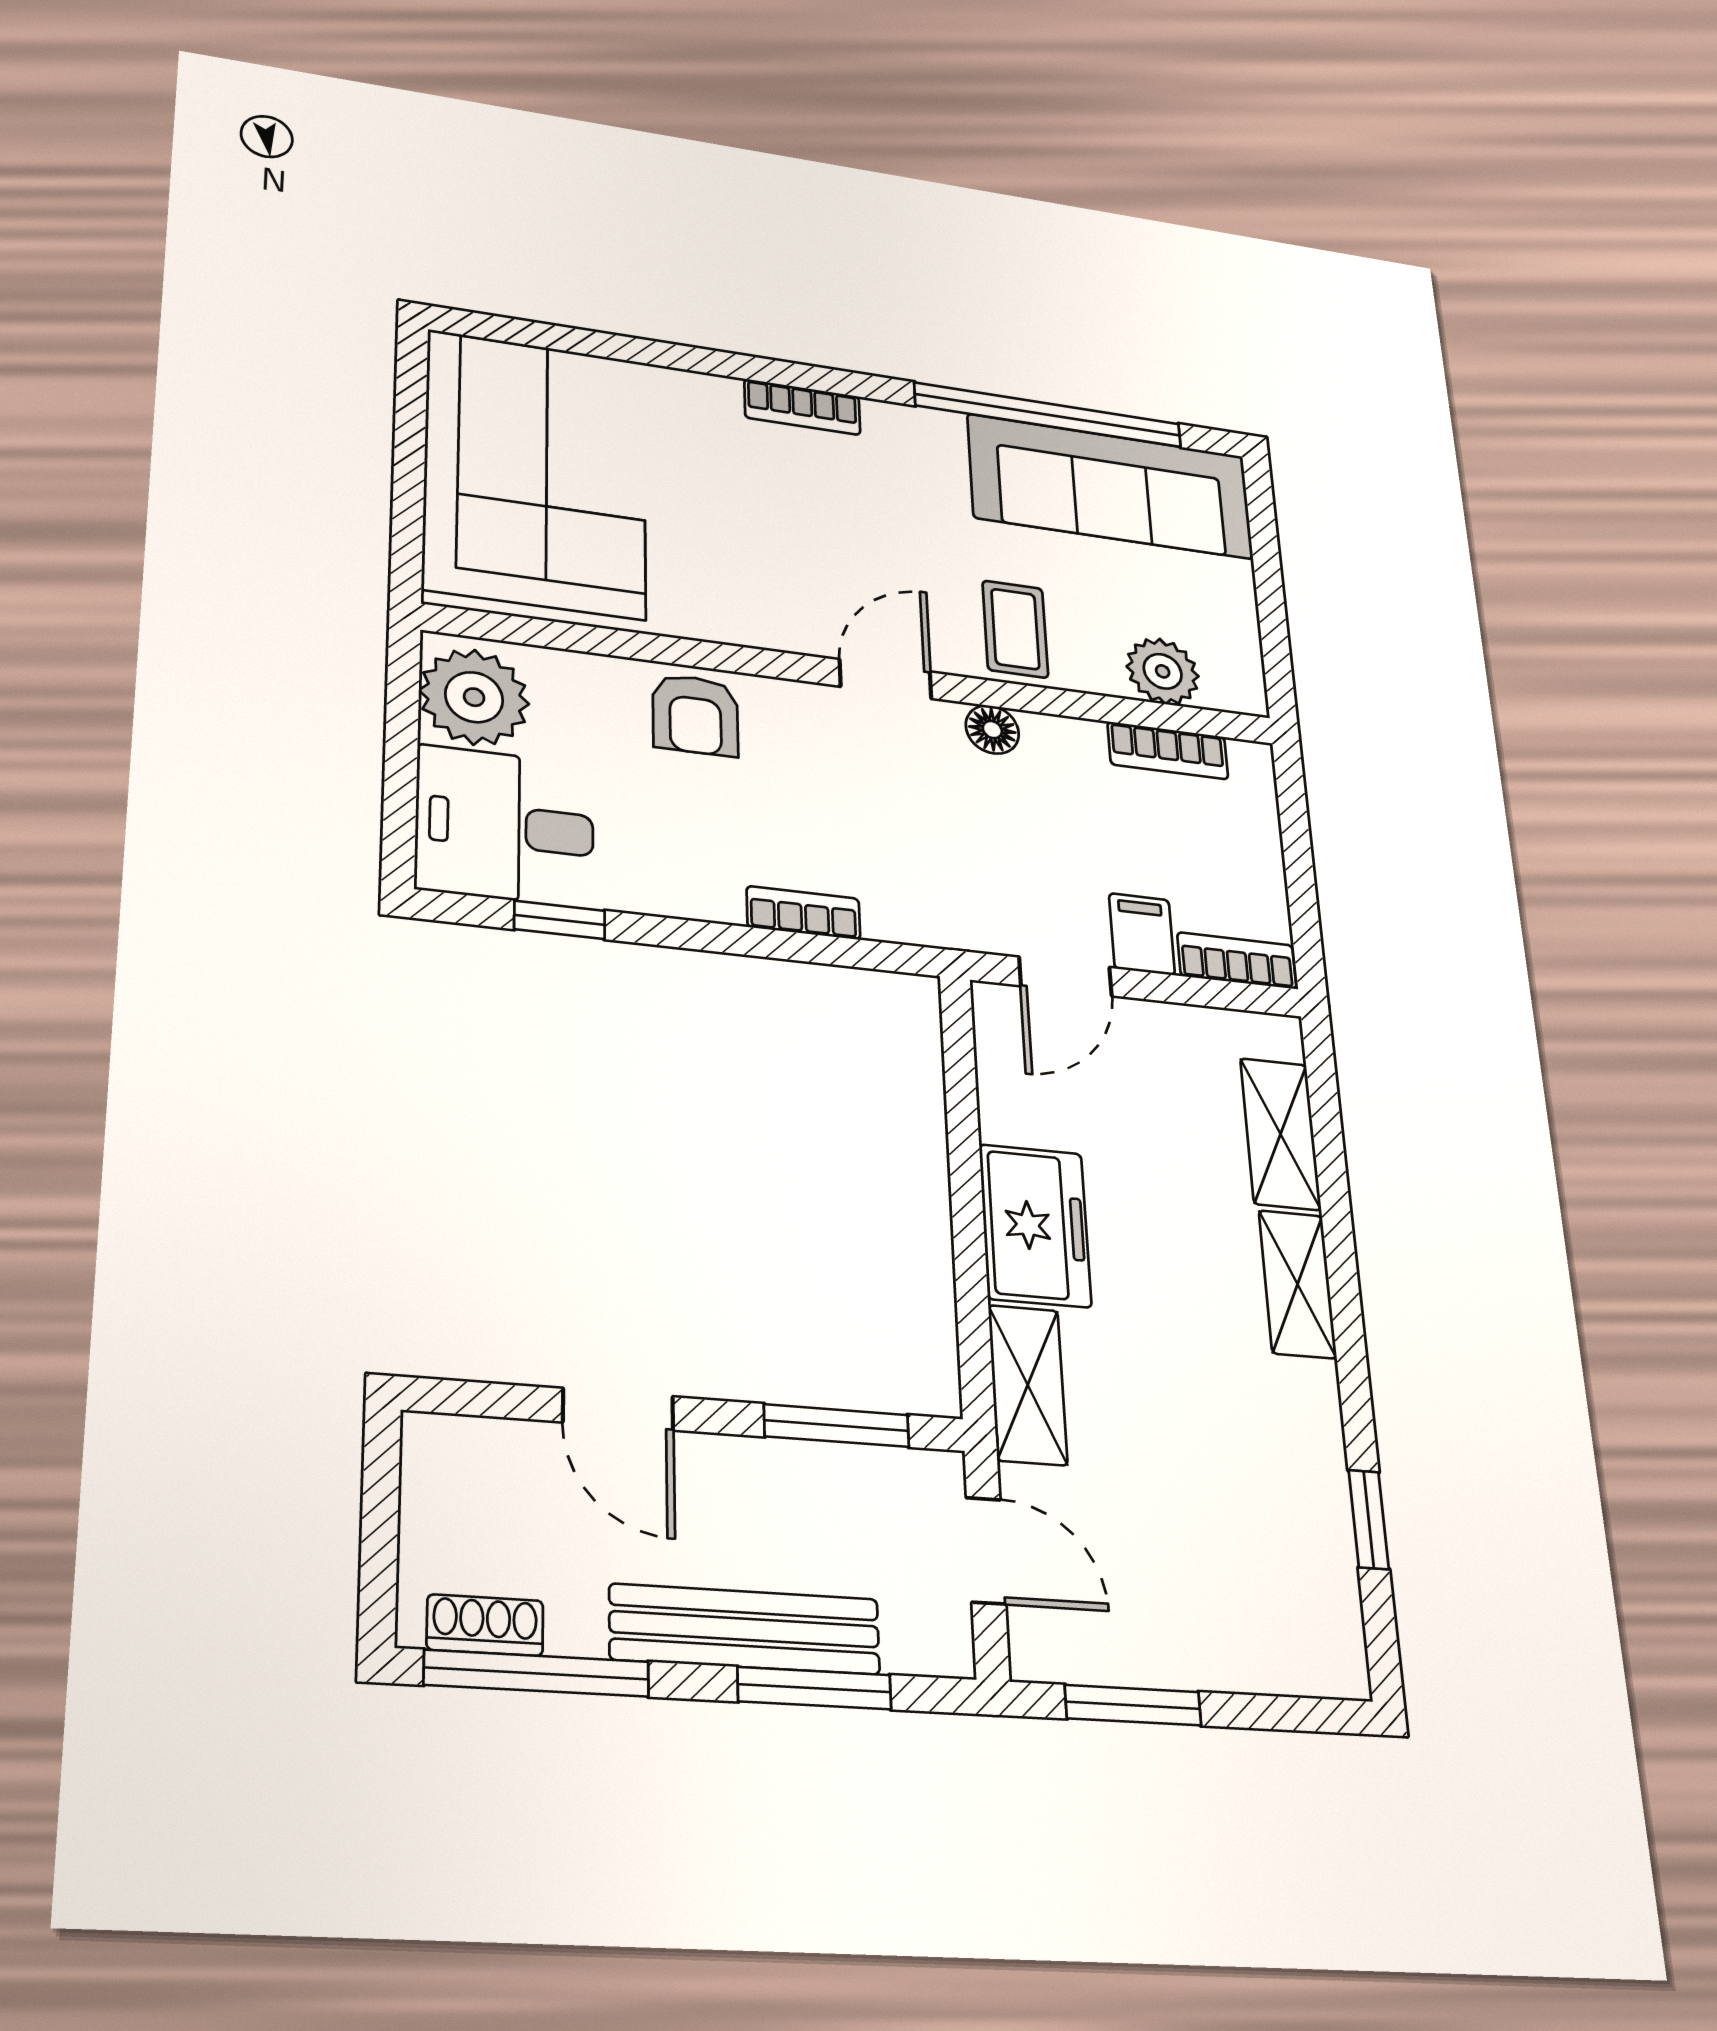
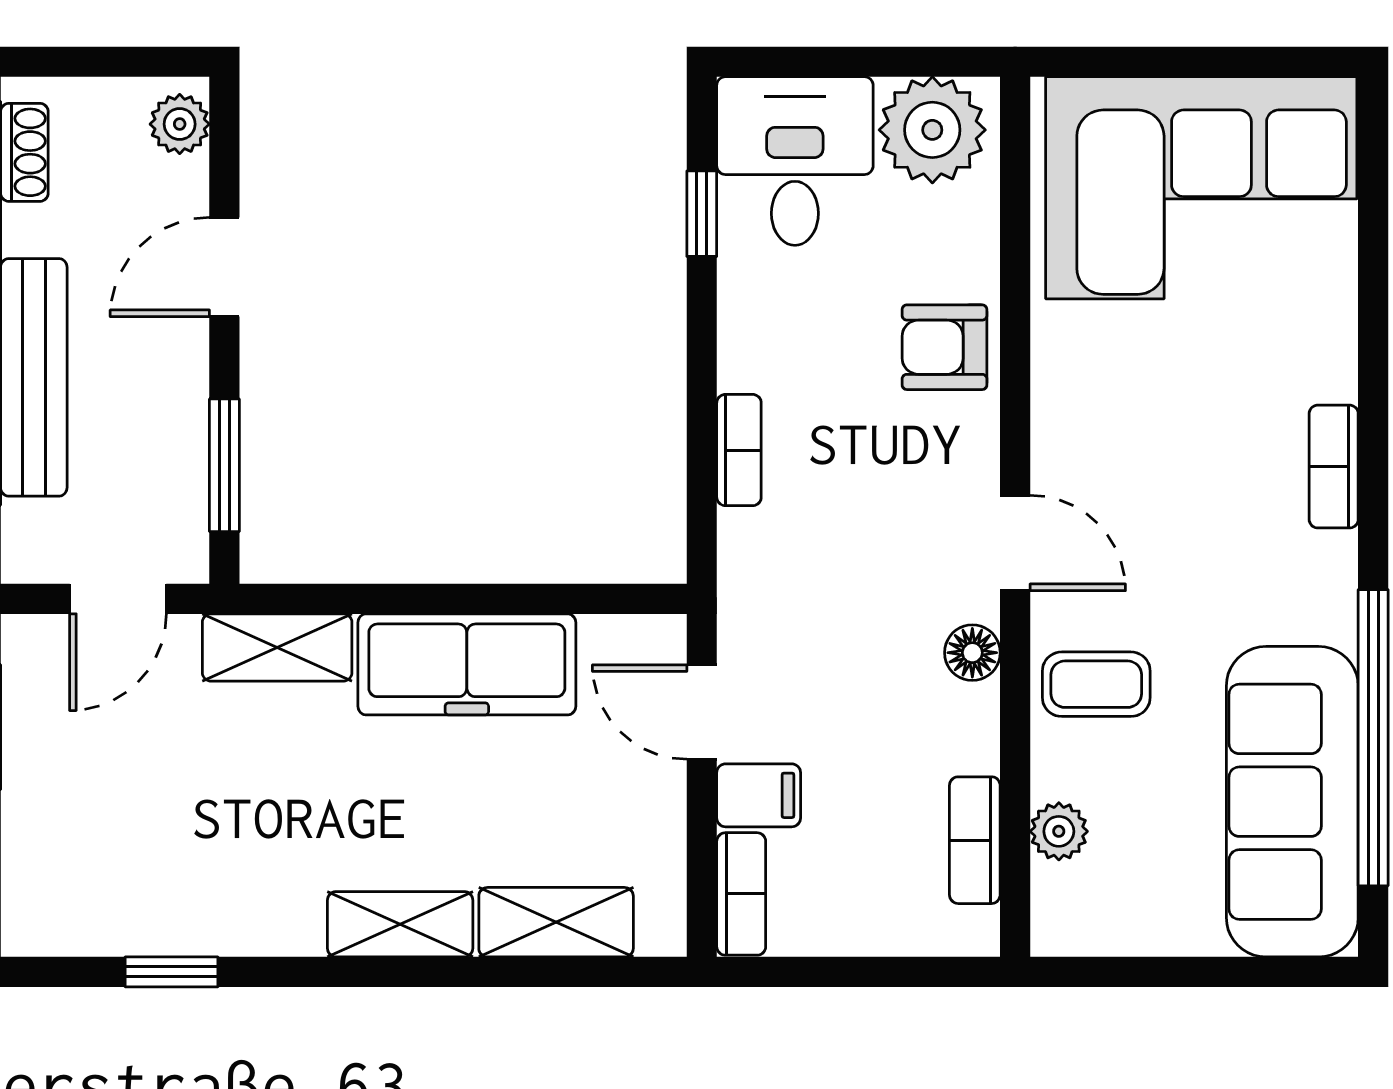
plant: (1163, 671) -> (1059, 831), width x0.73, depth x0.73
freezer: (1035, 1226) -> (467, 664), width x1.40
plant: (455, 1447) -> (180, 124), added

